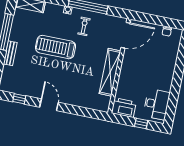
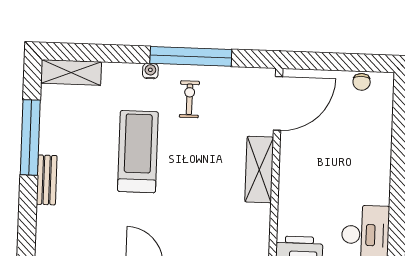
treadmill: (56, 47) -> (138, 152), turned 90
shelving: (110, 72) -> (259, 170), width x0.68

